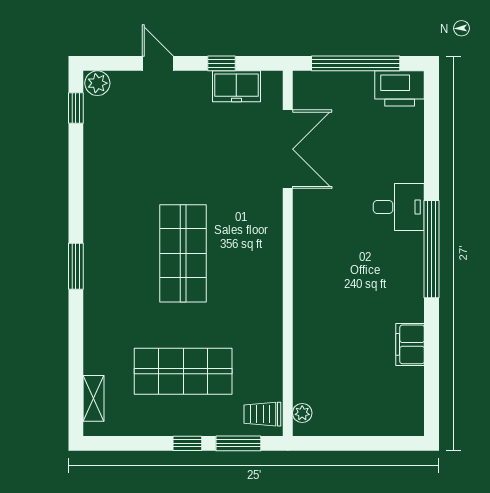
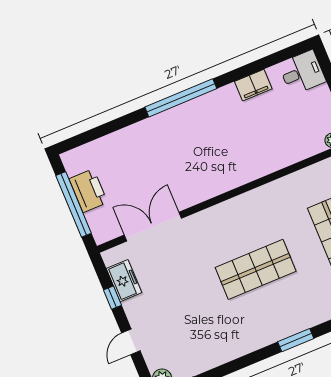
printer: (400, 88) -> (88, 191), moved
desk: (399, 207) -> (302, 72), moved, turned 90

